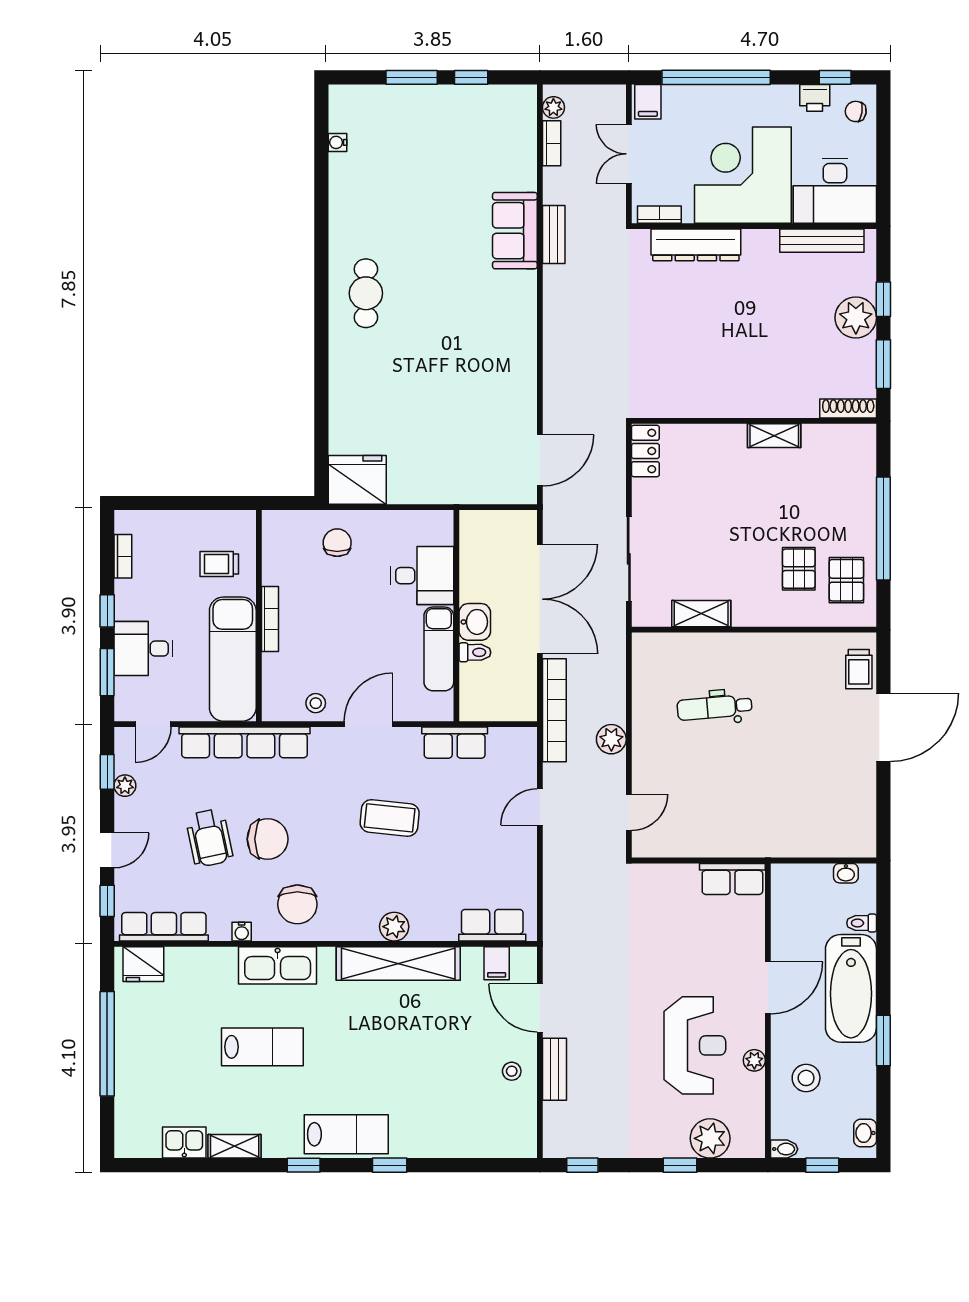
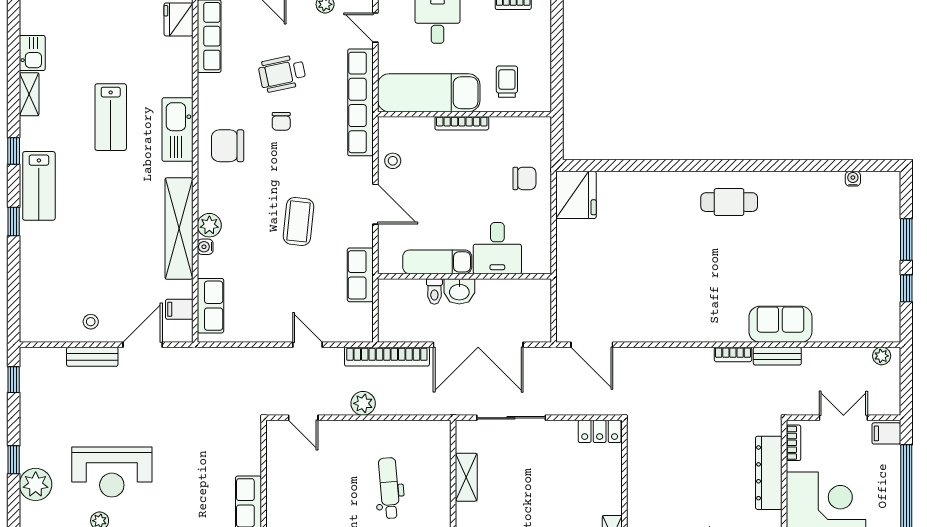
bookcase: (552, 143) -> (733, 354), moved
chair: (268, 839) -> (281, 121), width x0.54, depth x0.54
water cooler: (242, 932) -> (205, 247), moved

